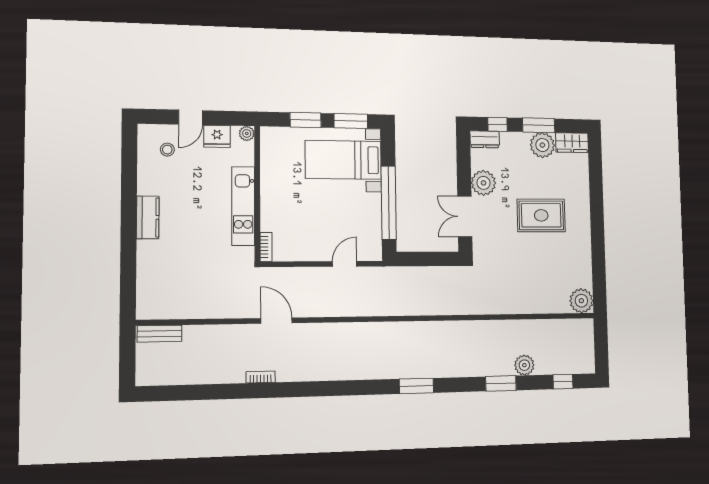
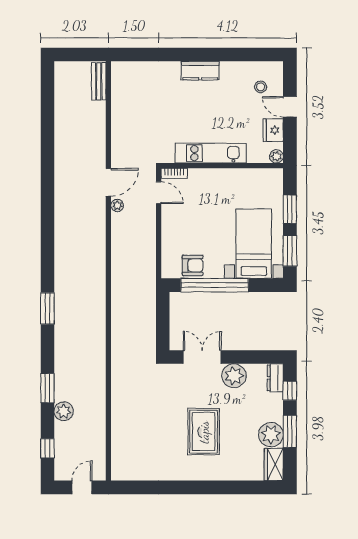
armchair: (368, 227) -> (193, 265), added
door: (345, 264) -> (159, 193), moved
plant: (581, 301) -> (117, 206), moved, width x0.53, depth x0.53
door: (601, 344) -> (82, 487), added
bookcase: (261, 377) -> (59, 168), removed

